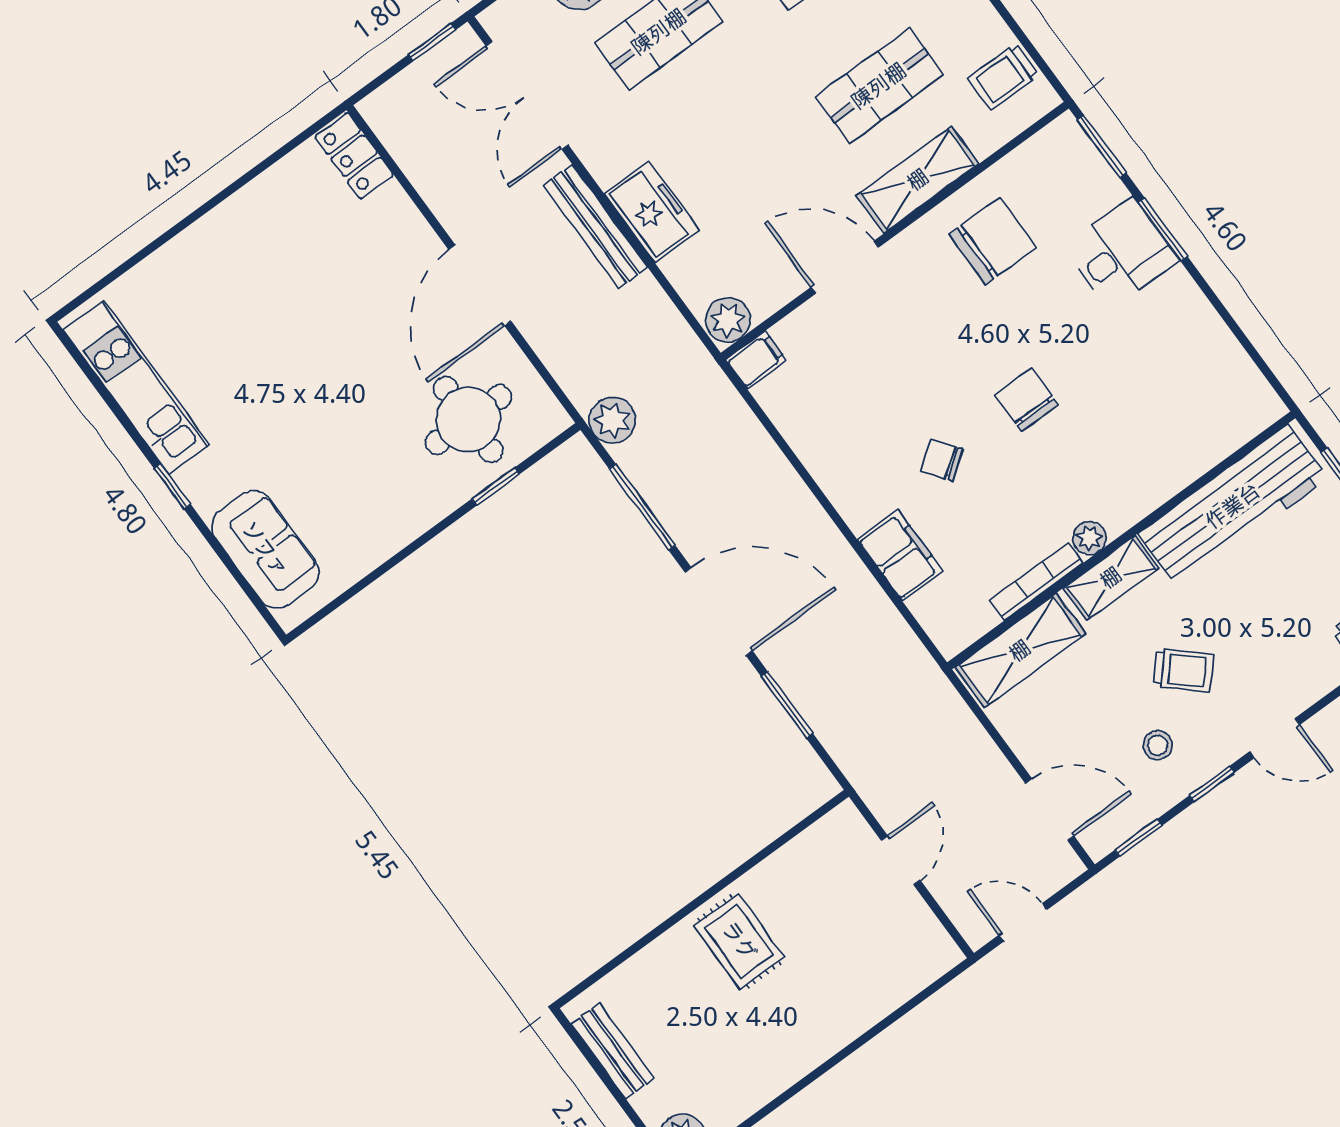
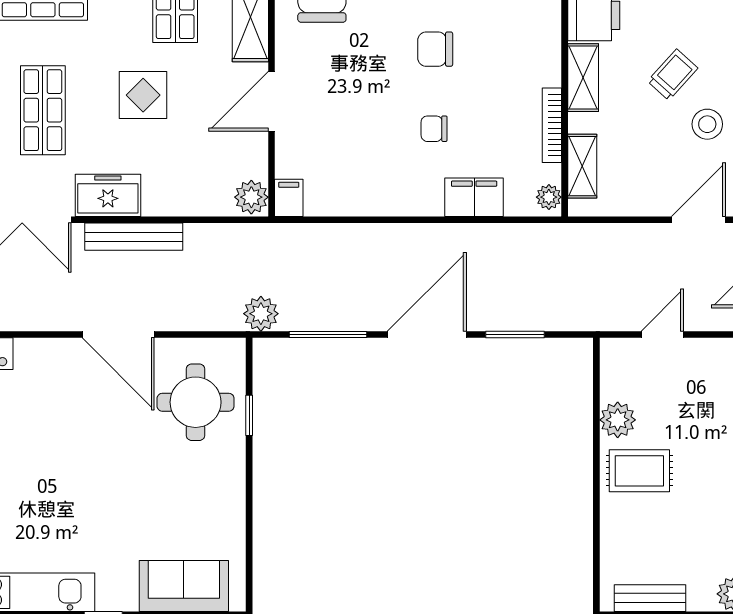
display table: (752, 127) -> (143, 95), added
freezer: (652, 212) -> (108, 195), moved
chair: (942, 460) -> (434, 129), turned 36
plant: (1089, 538) -> (549, 197), moved
shelving: (1020, 651) -> (582, 166), width x0.67, depth x0.75
stool: (1158, 745) -> (707, 124), width x1.37, depth x1.37
door: (901, 860) -> (662, 335), hinge flipped
plant: (776, 879) -> (618, 420), added

